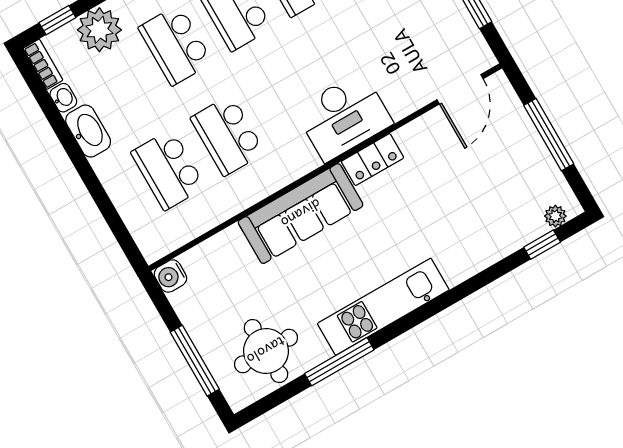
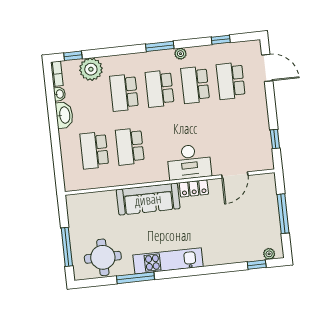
door: (460, 89) -> (235, 175), moved
water cooler: (170, 276) -> (73, 201), removed

